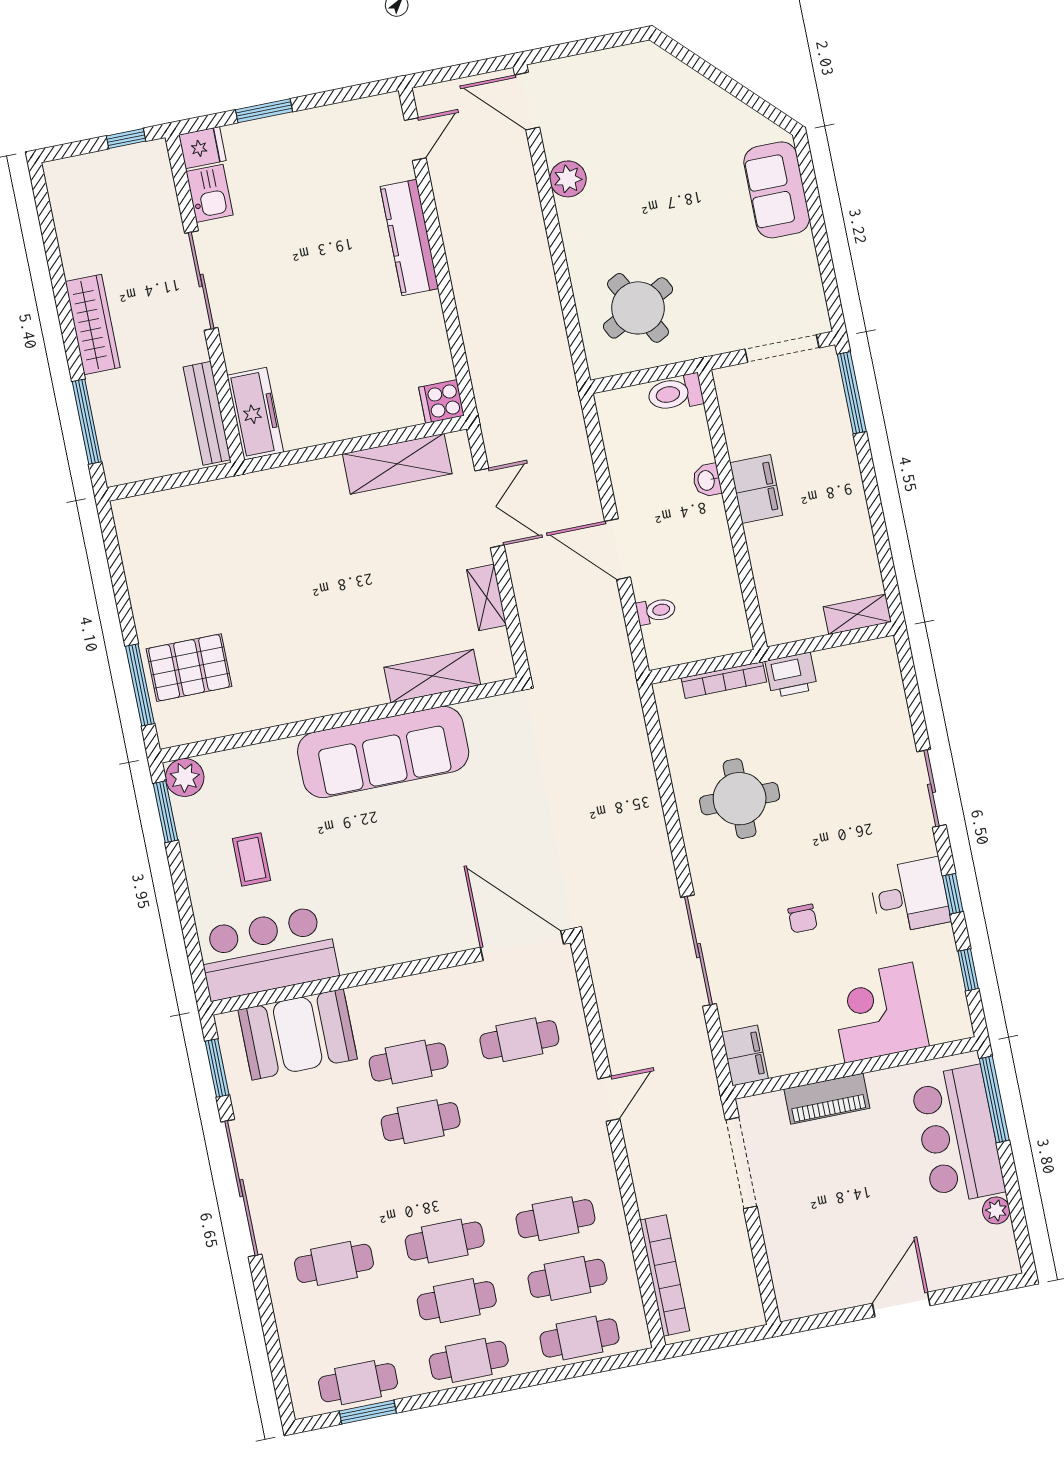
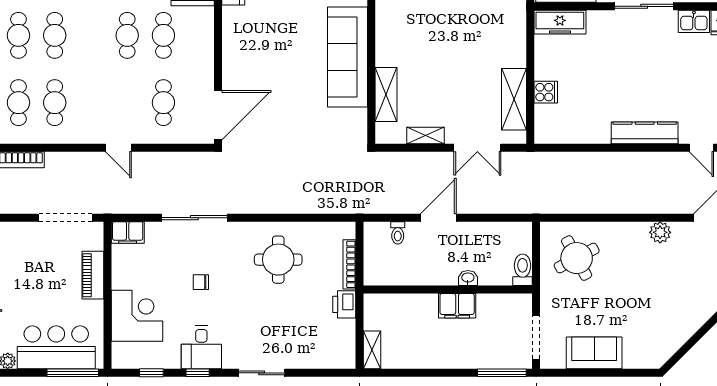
sofa: (777, 190) -> (594, 353), moved
cooker: (441, 401) -> (546, 92), moved, turned 90

